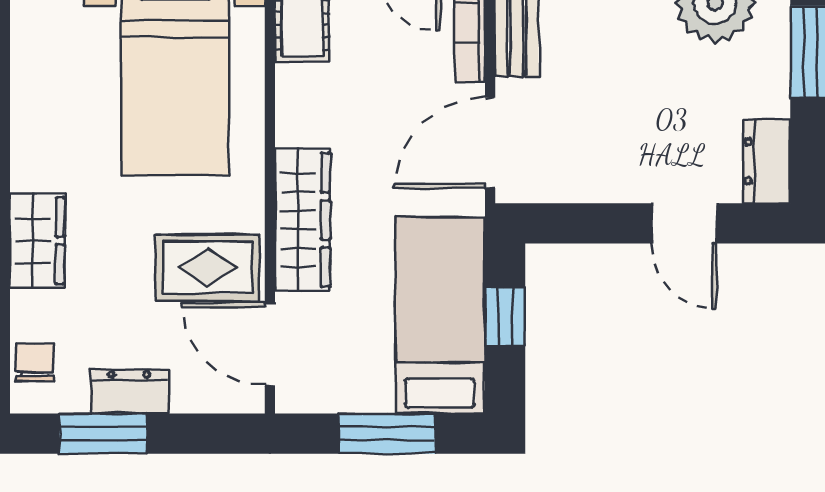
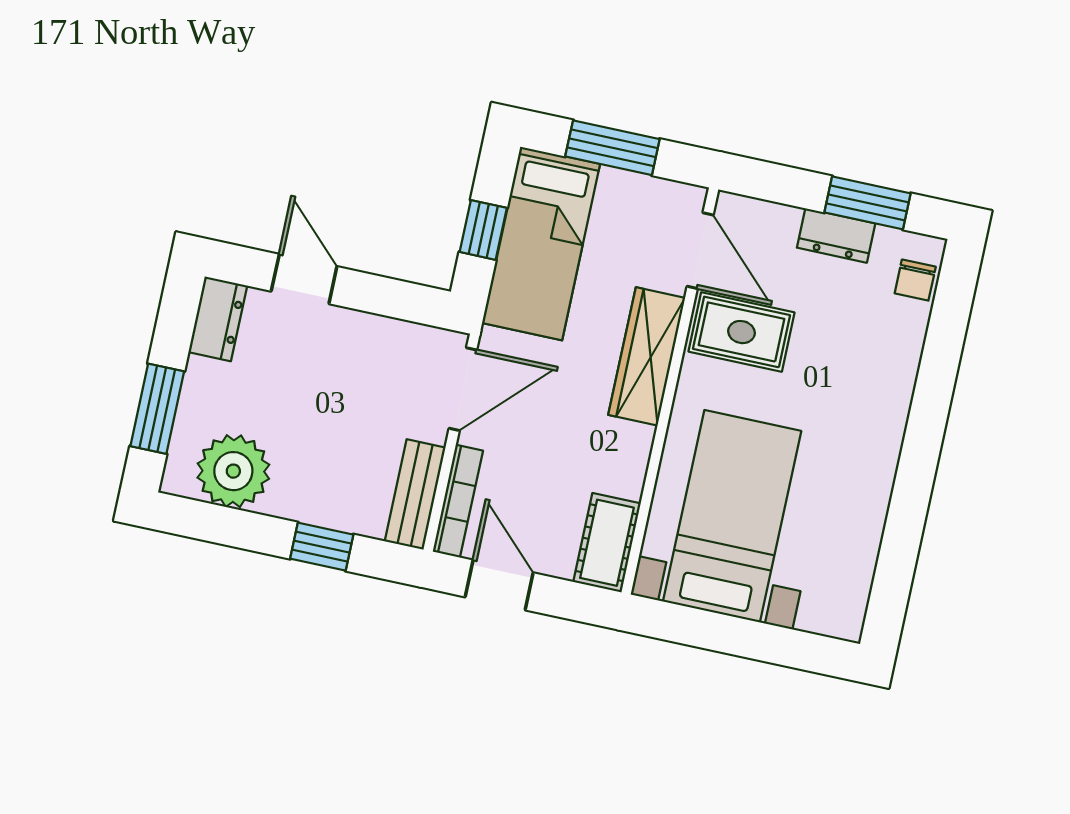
wardrobe: (37, 241) -> (889, 389), removed

